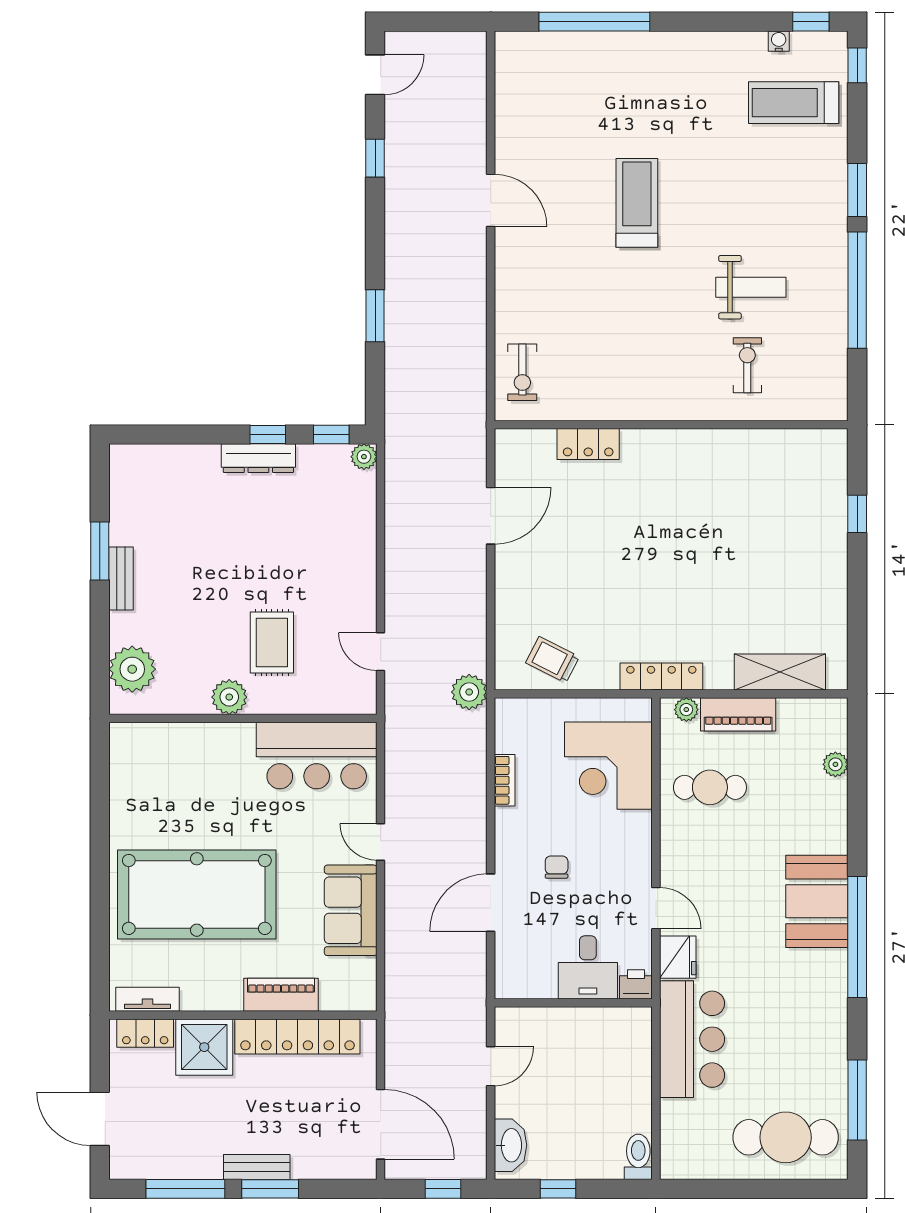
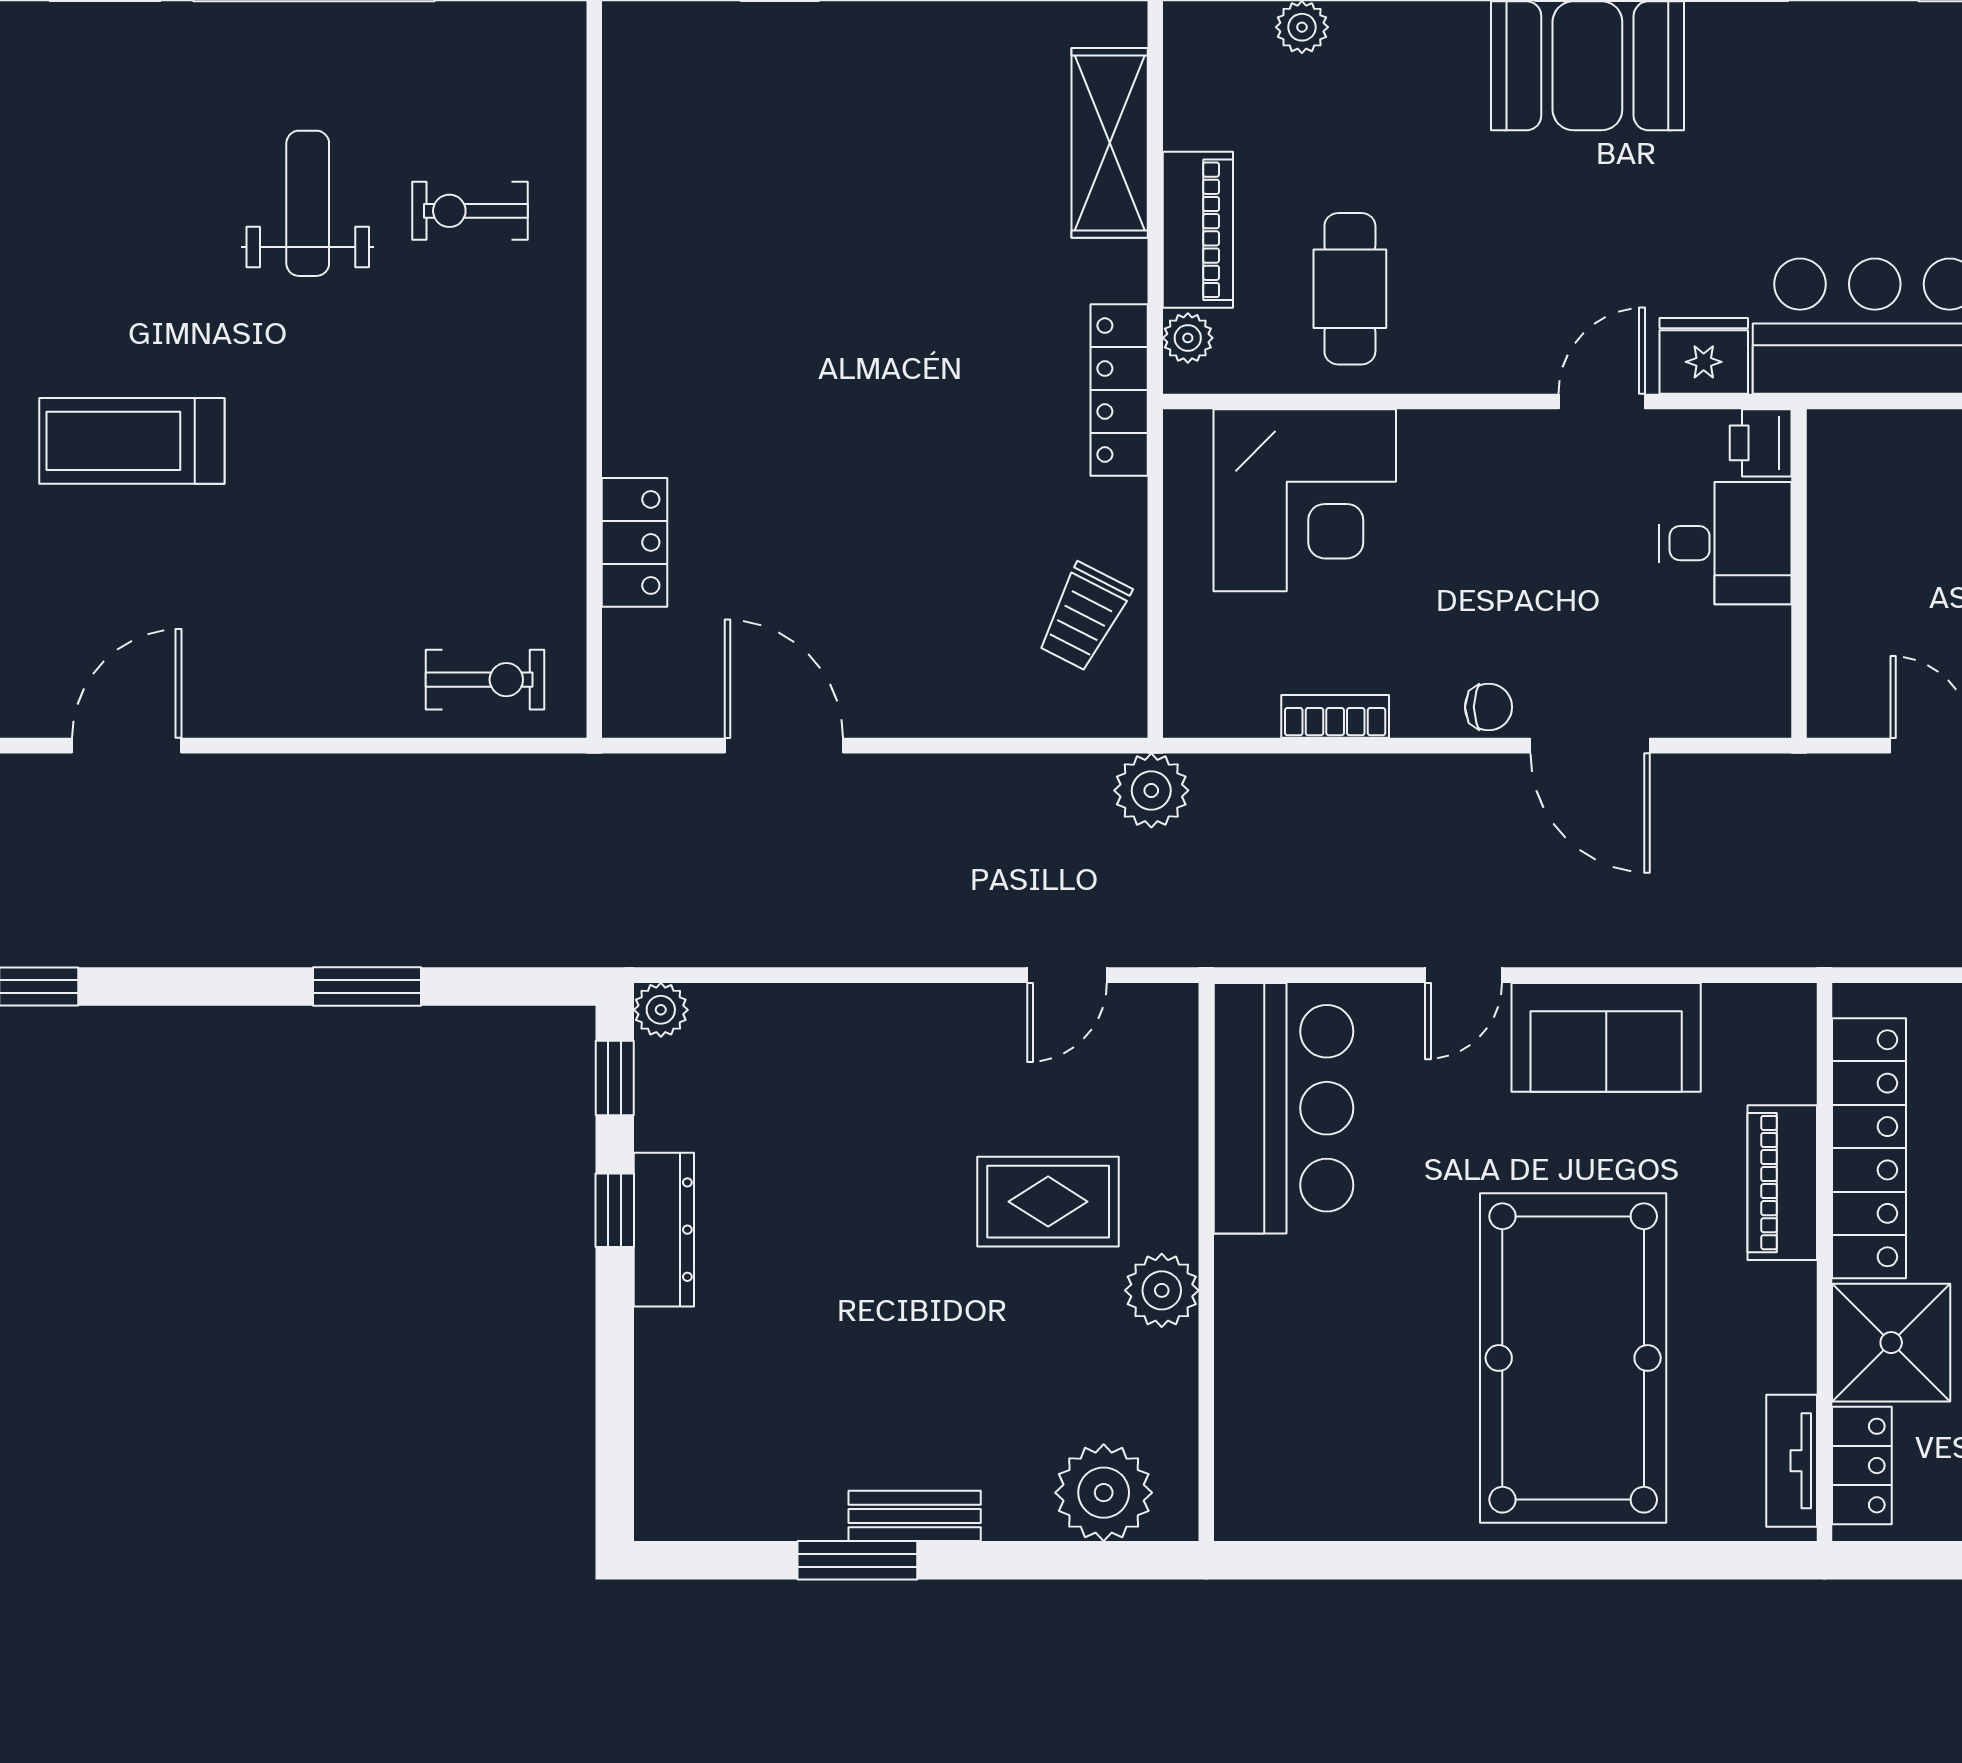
chair: (557, 867) -> (1489, 707), moved, turned 180

